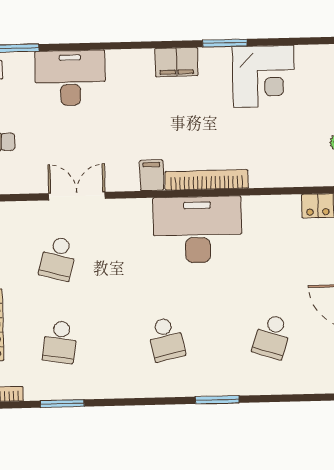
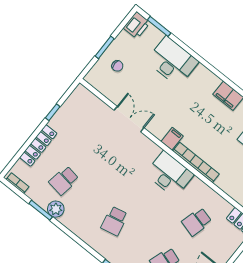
desk: (198, 230) -> (169, 174), width x0.73, depth x0.77
school desk: (58, 258) -> (197, 222), moved
plant: (80, 386) -> (56, 209), added

